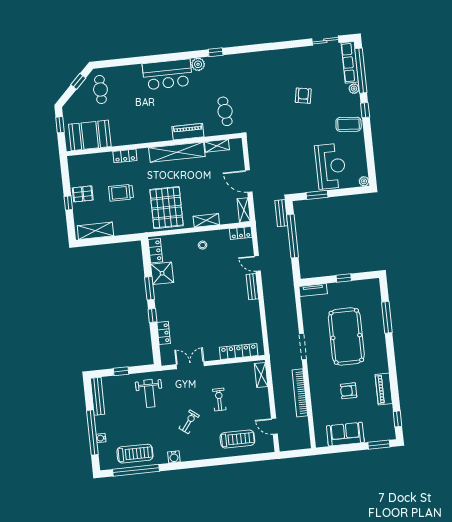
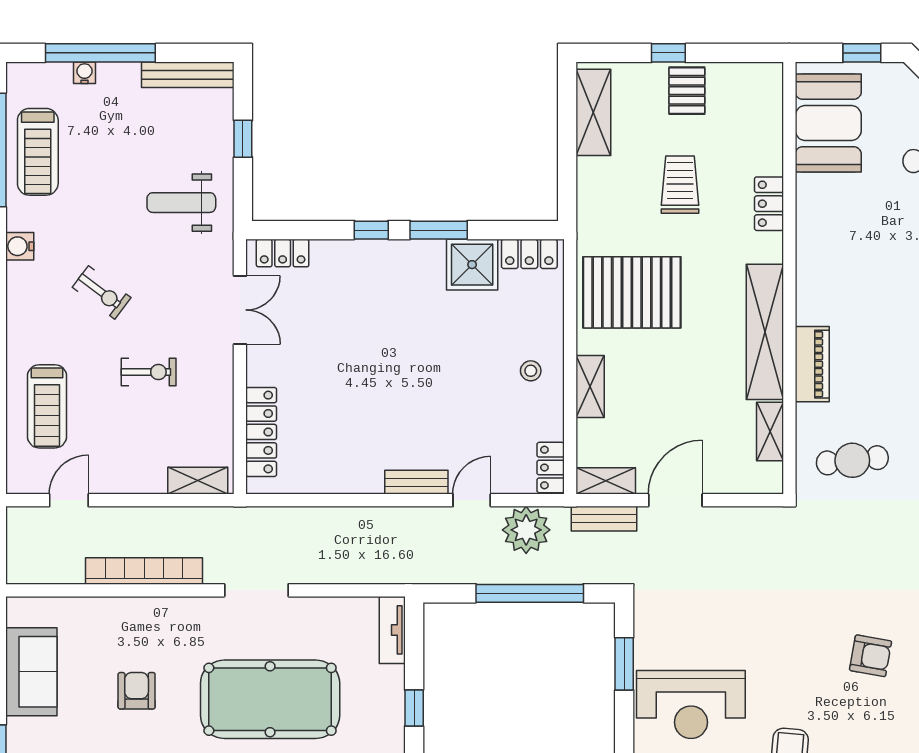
bench: (281, 213) -> (604, 519), moved
plant: (267, 240) -> (526, 530), added
locker: (164, 333) -> (283, 253), moved

